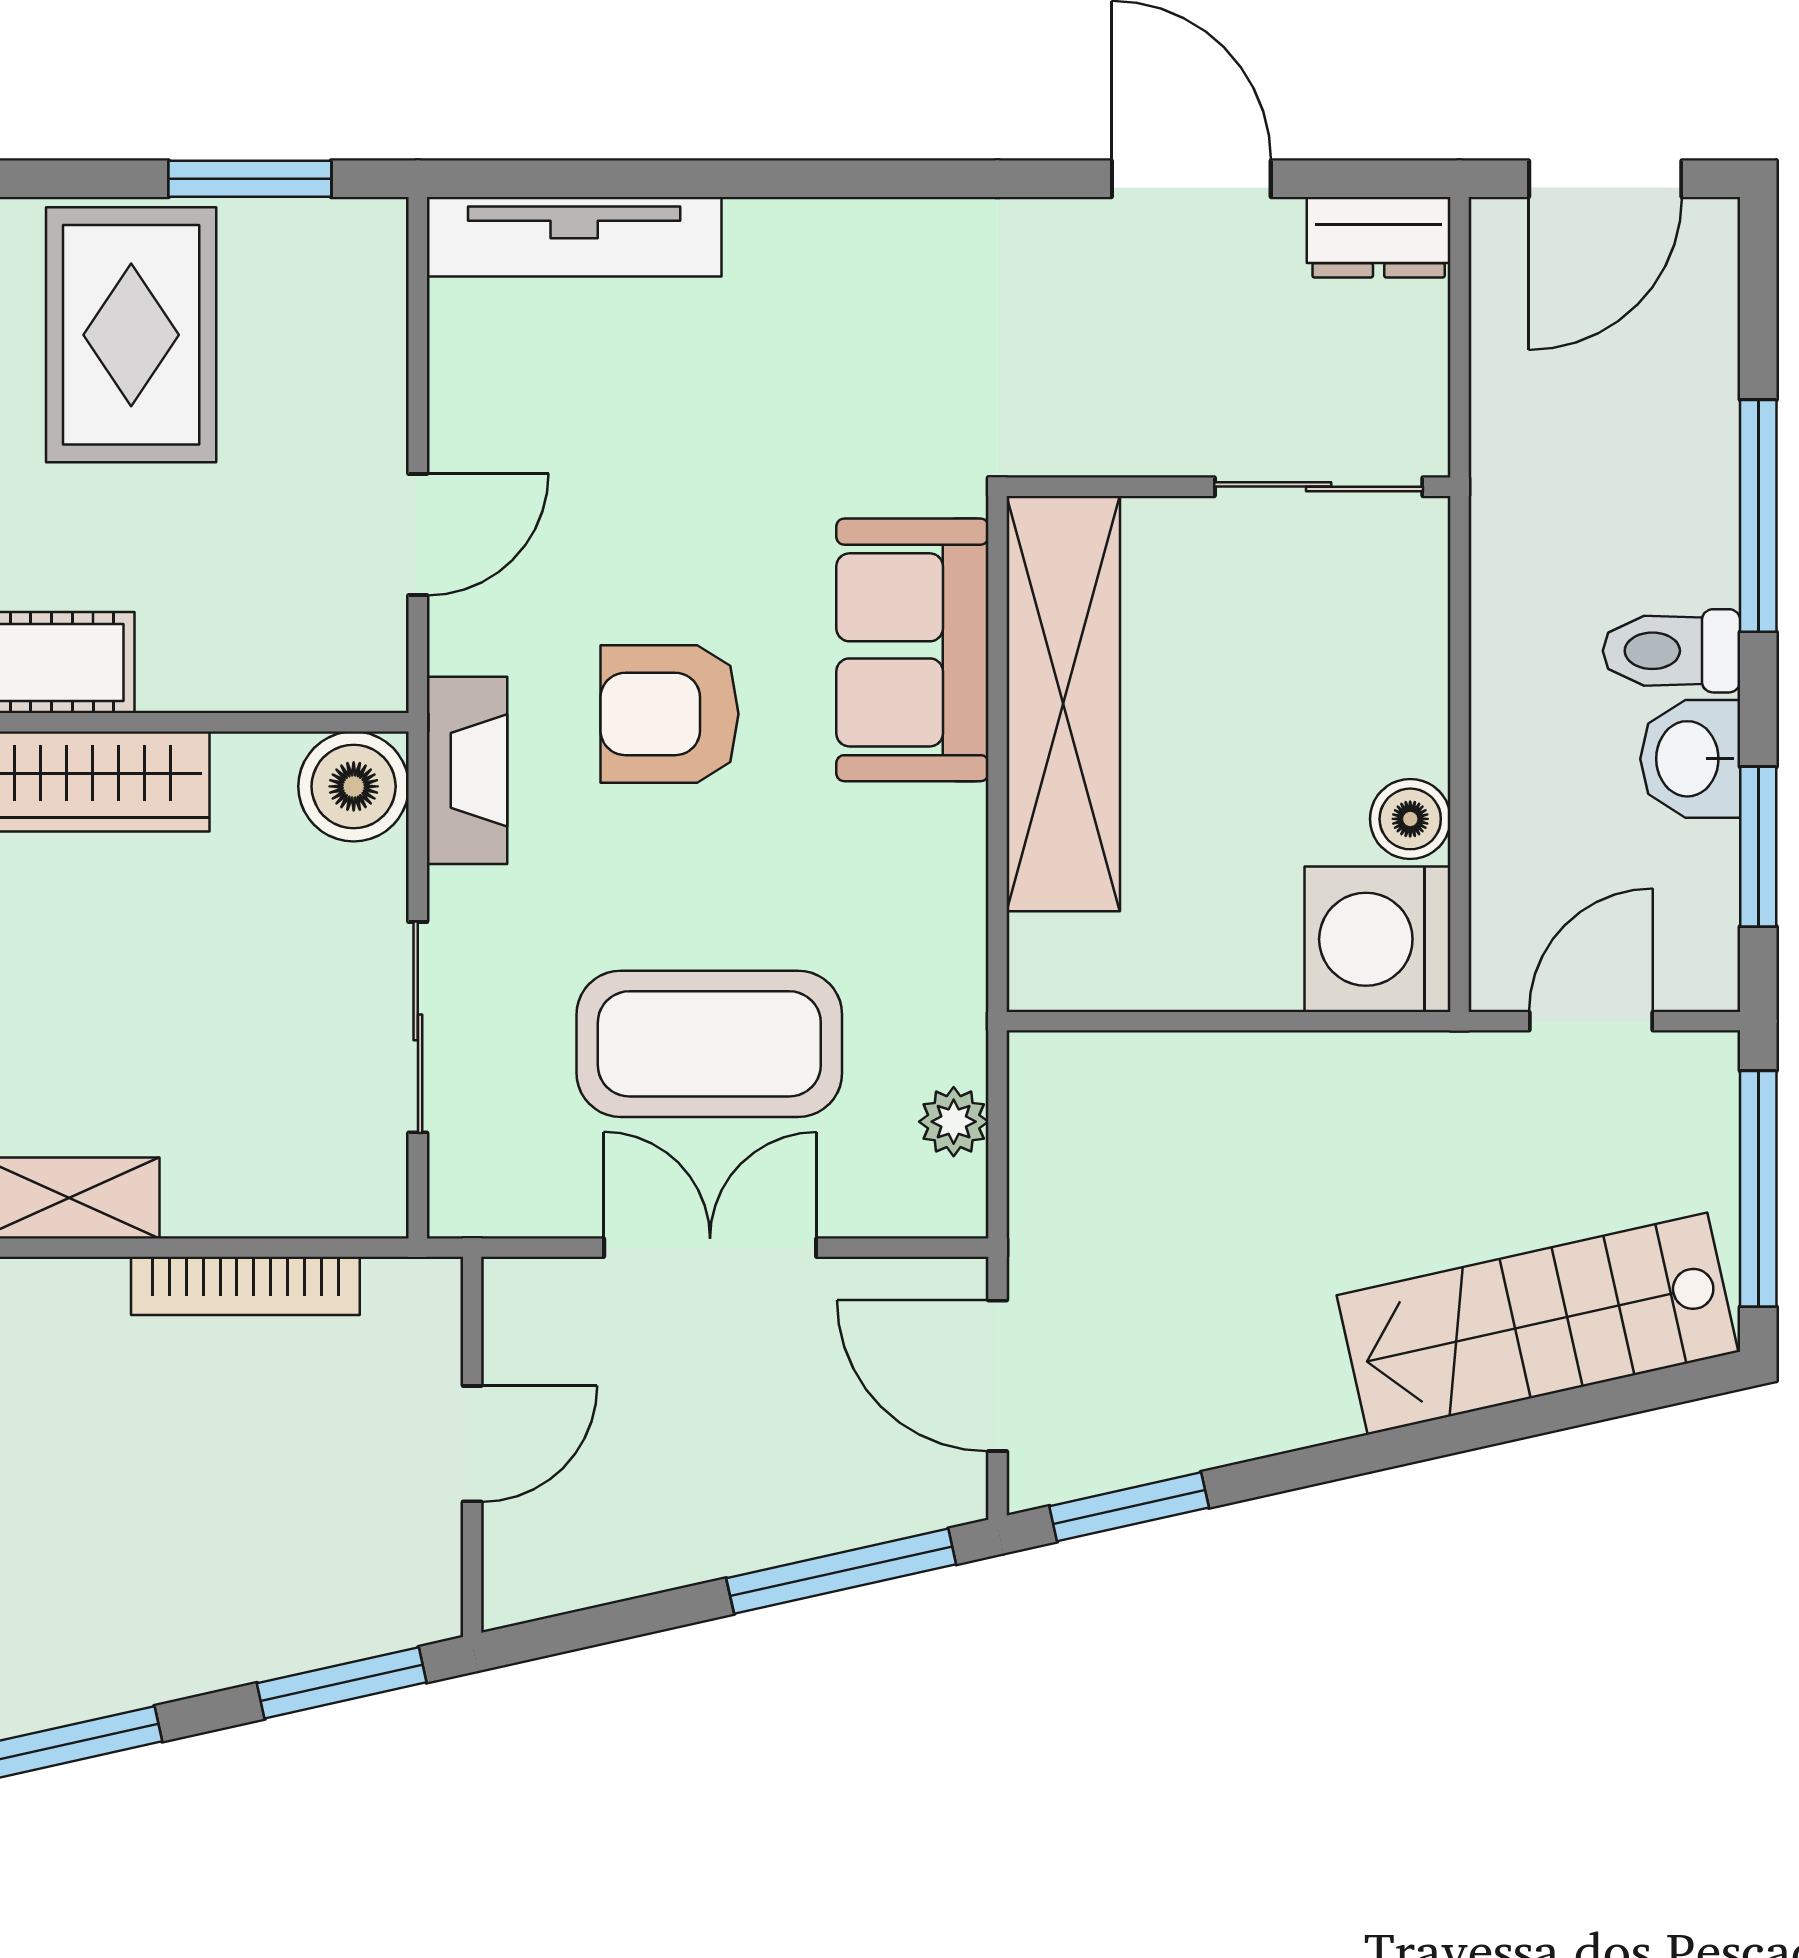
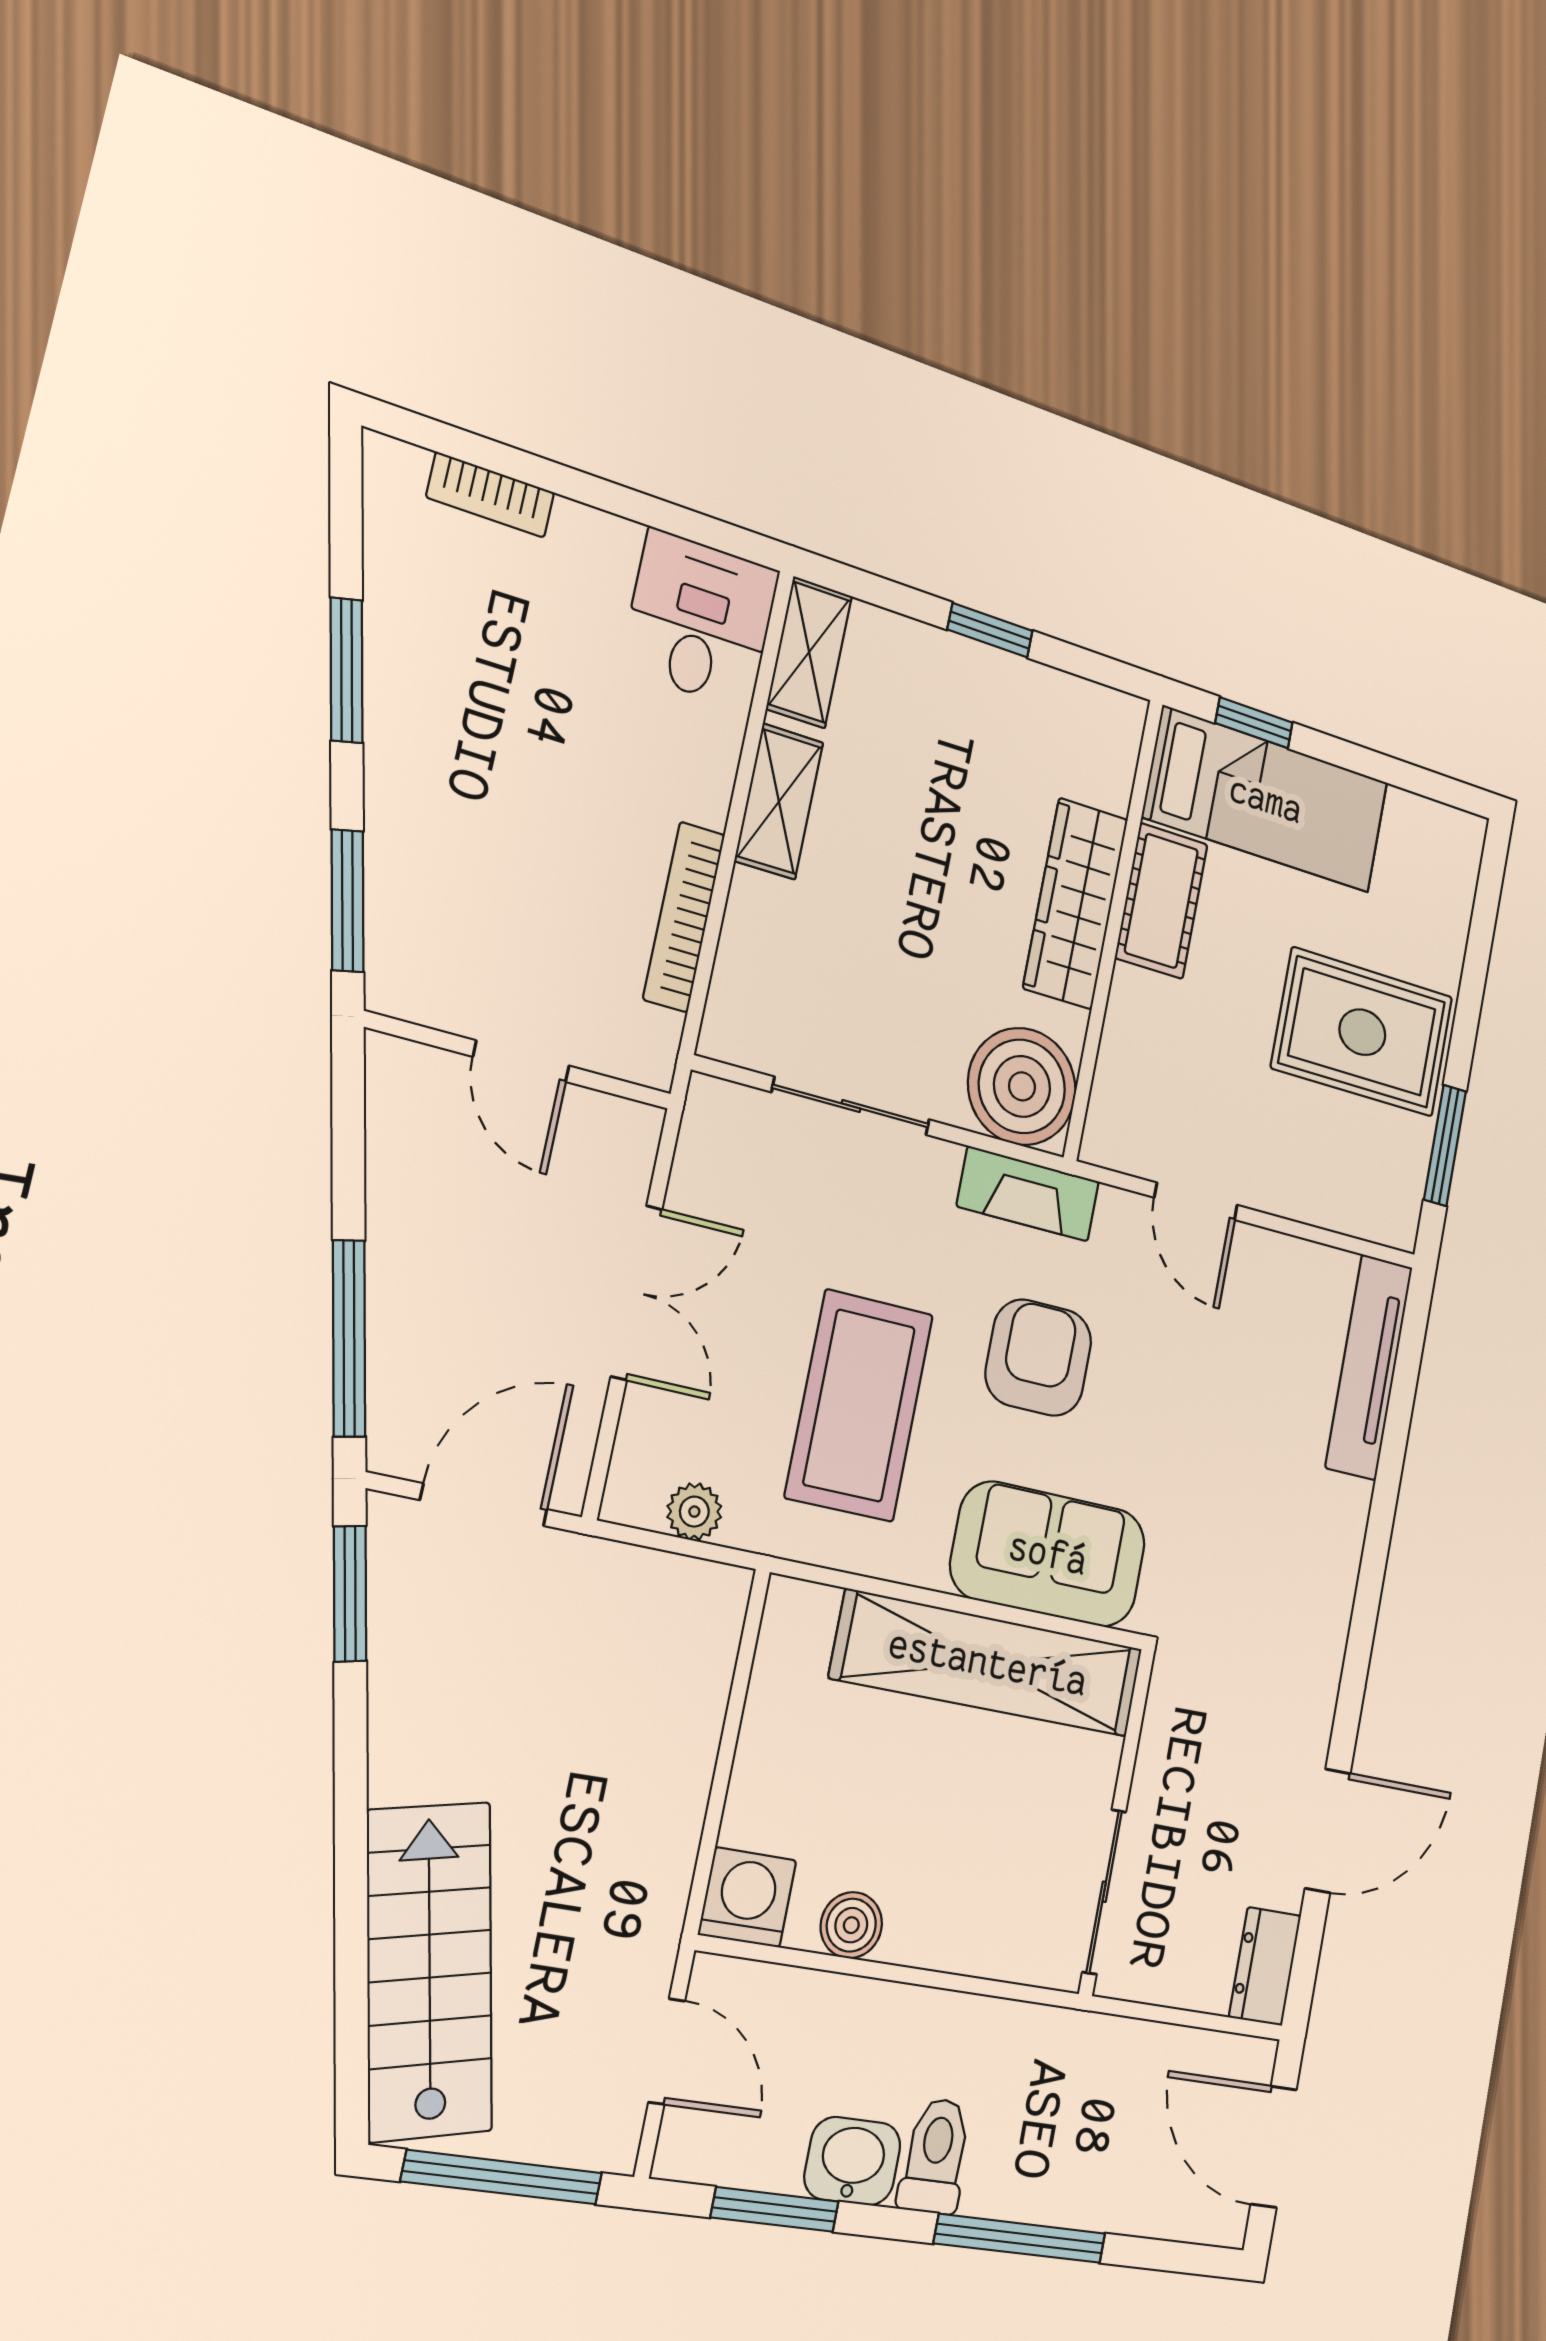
boiler: (354, 786) -> (1022, 1086), width x1.37, depth x1.37
washing machine: (1378, 939) -> (747, 1897), width x0.73, depth x0.73
coffee table: (709, 1044) -> (859, 1406), moved

